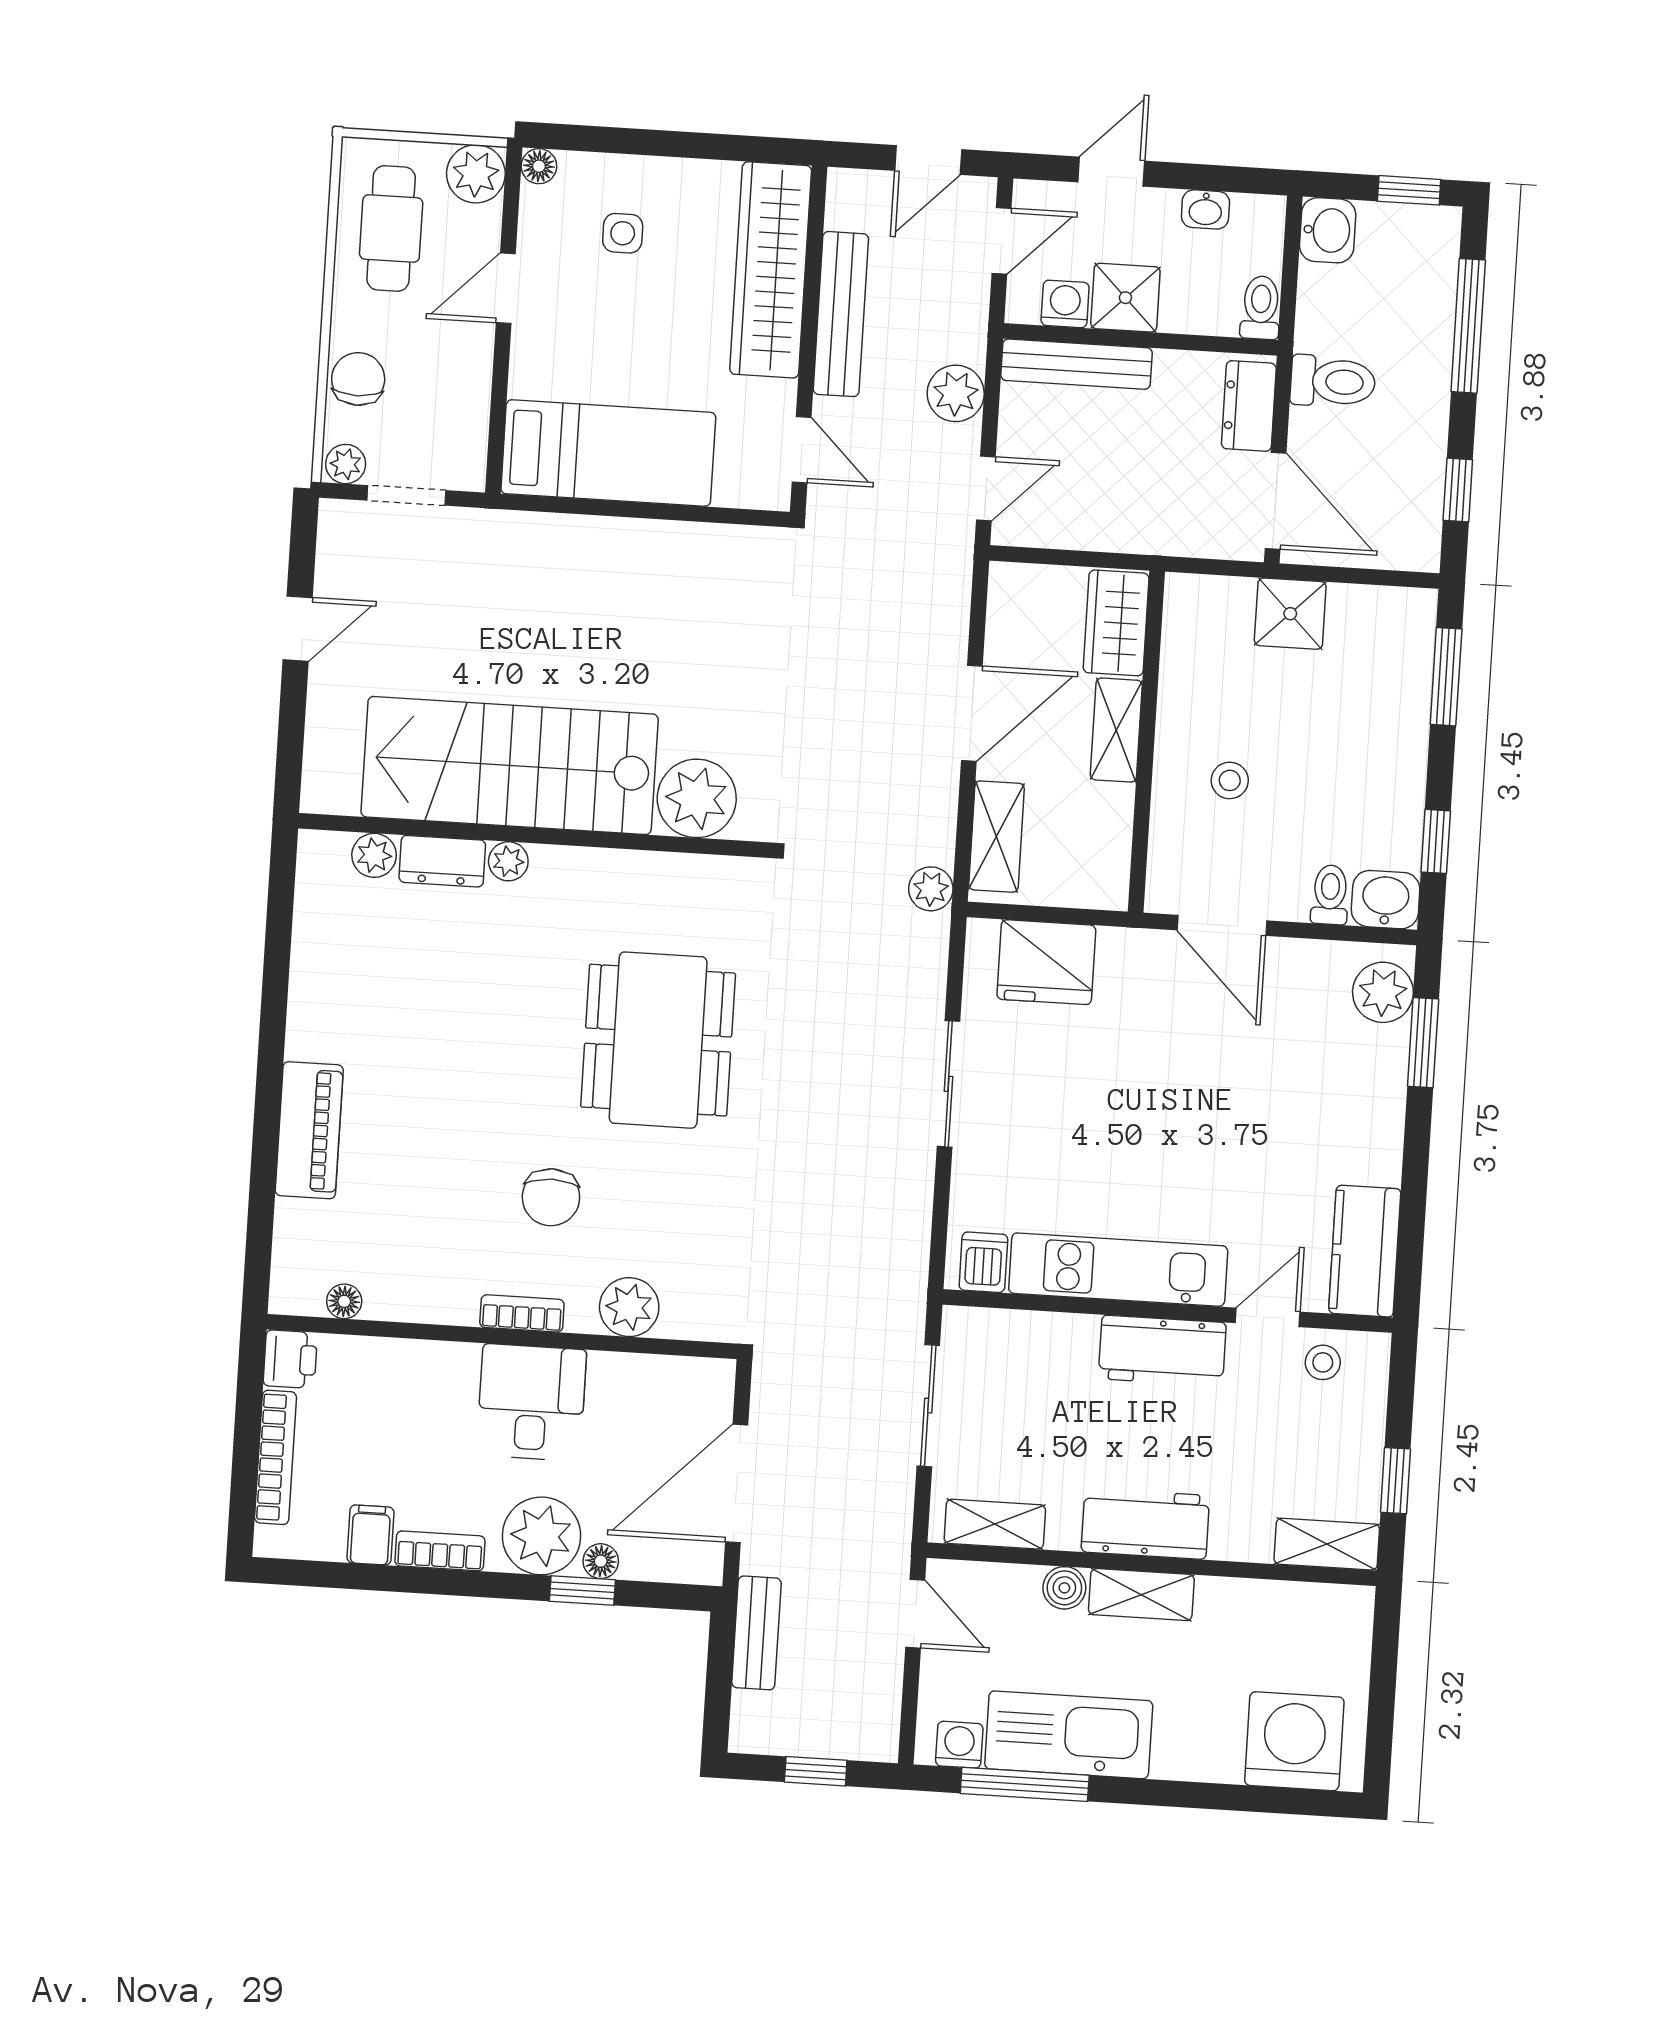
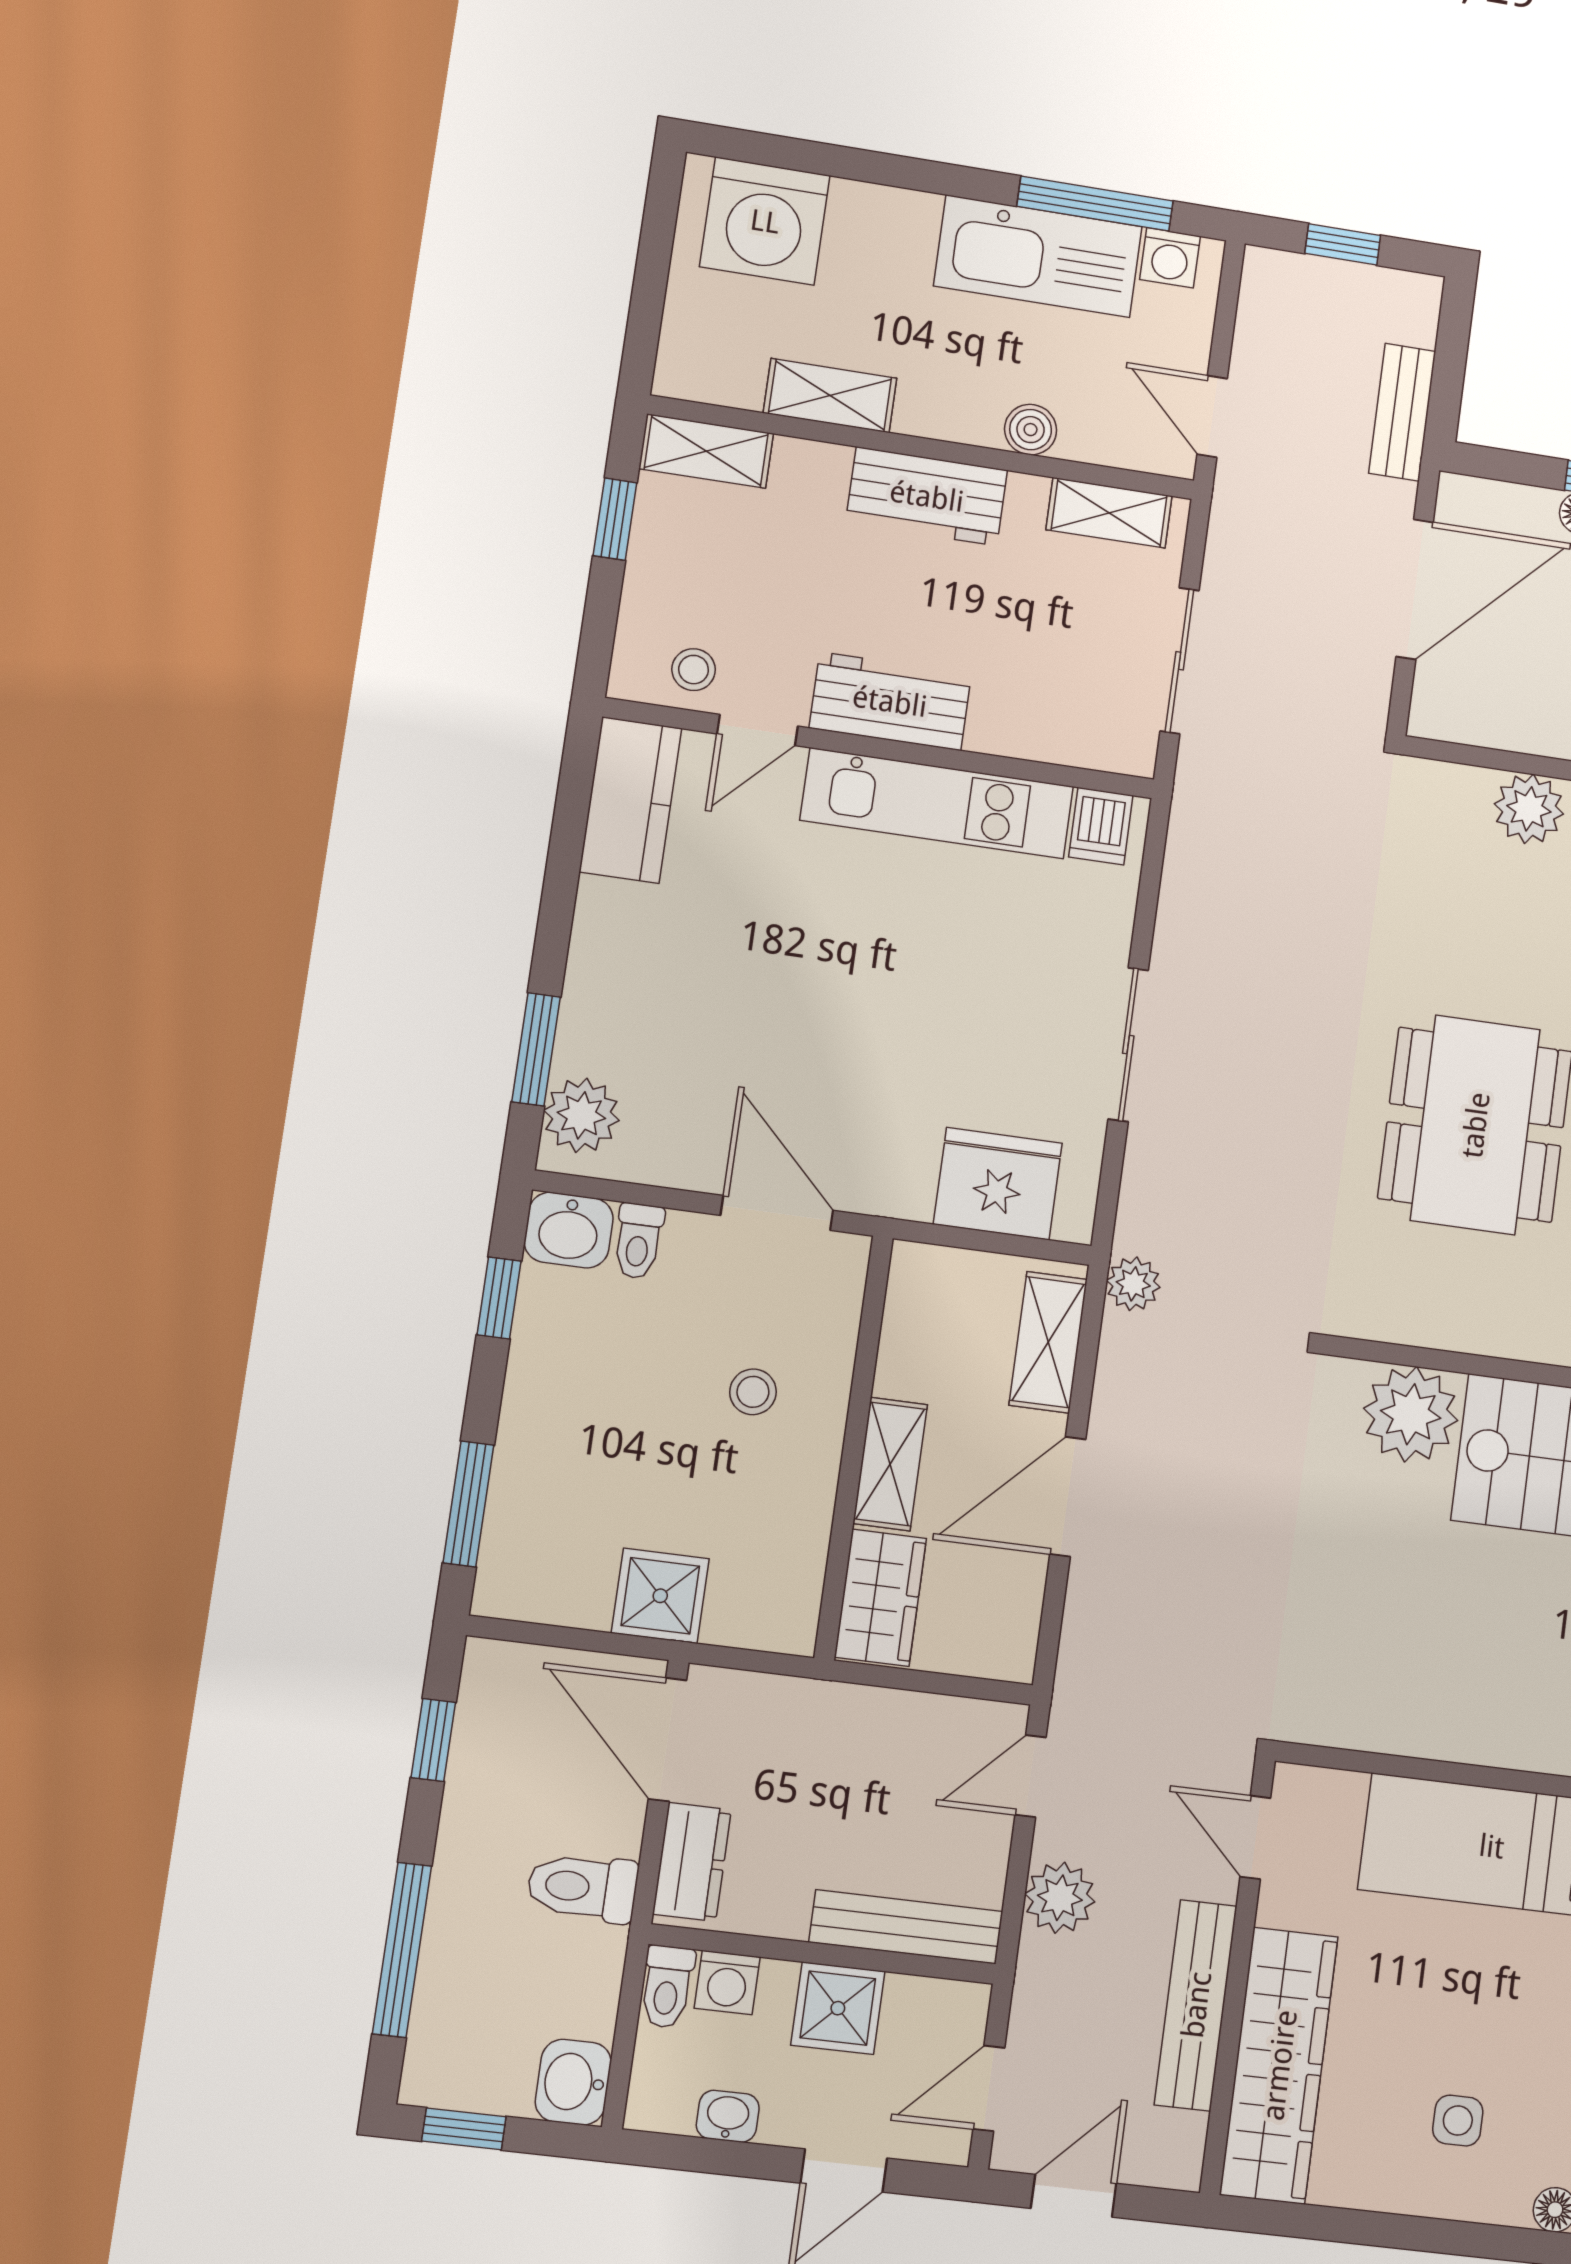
washing machine: (1065, 304) -> (727, 1983), moved
shelving: (1141, 1595) -> (830, 396), moved

